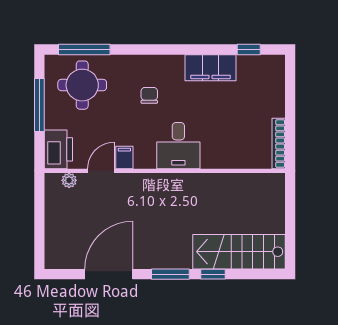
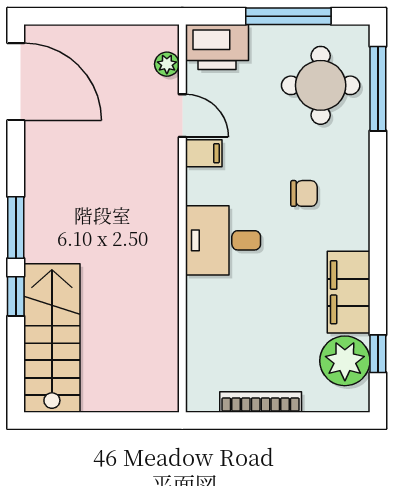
plant: (253, 70) -> (345, 361), added
bookcase: (279, 144) -> (261, 402), moved
door: (109, 274) -> (16, 82), moved

